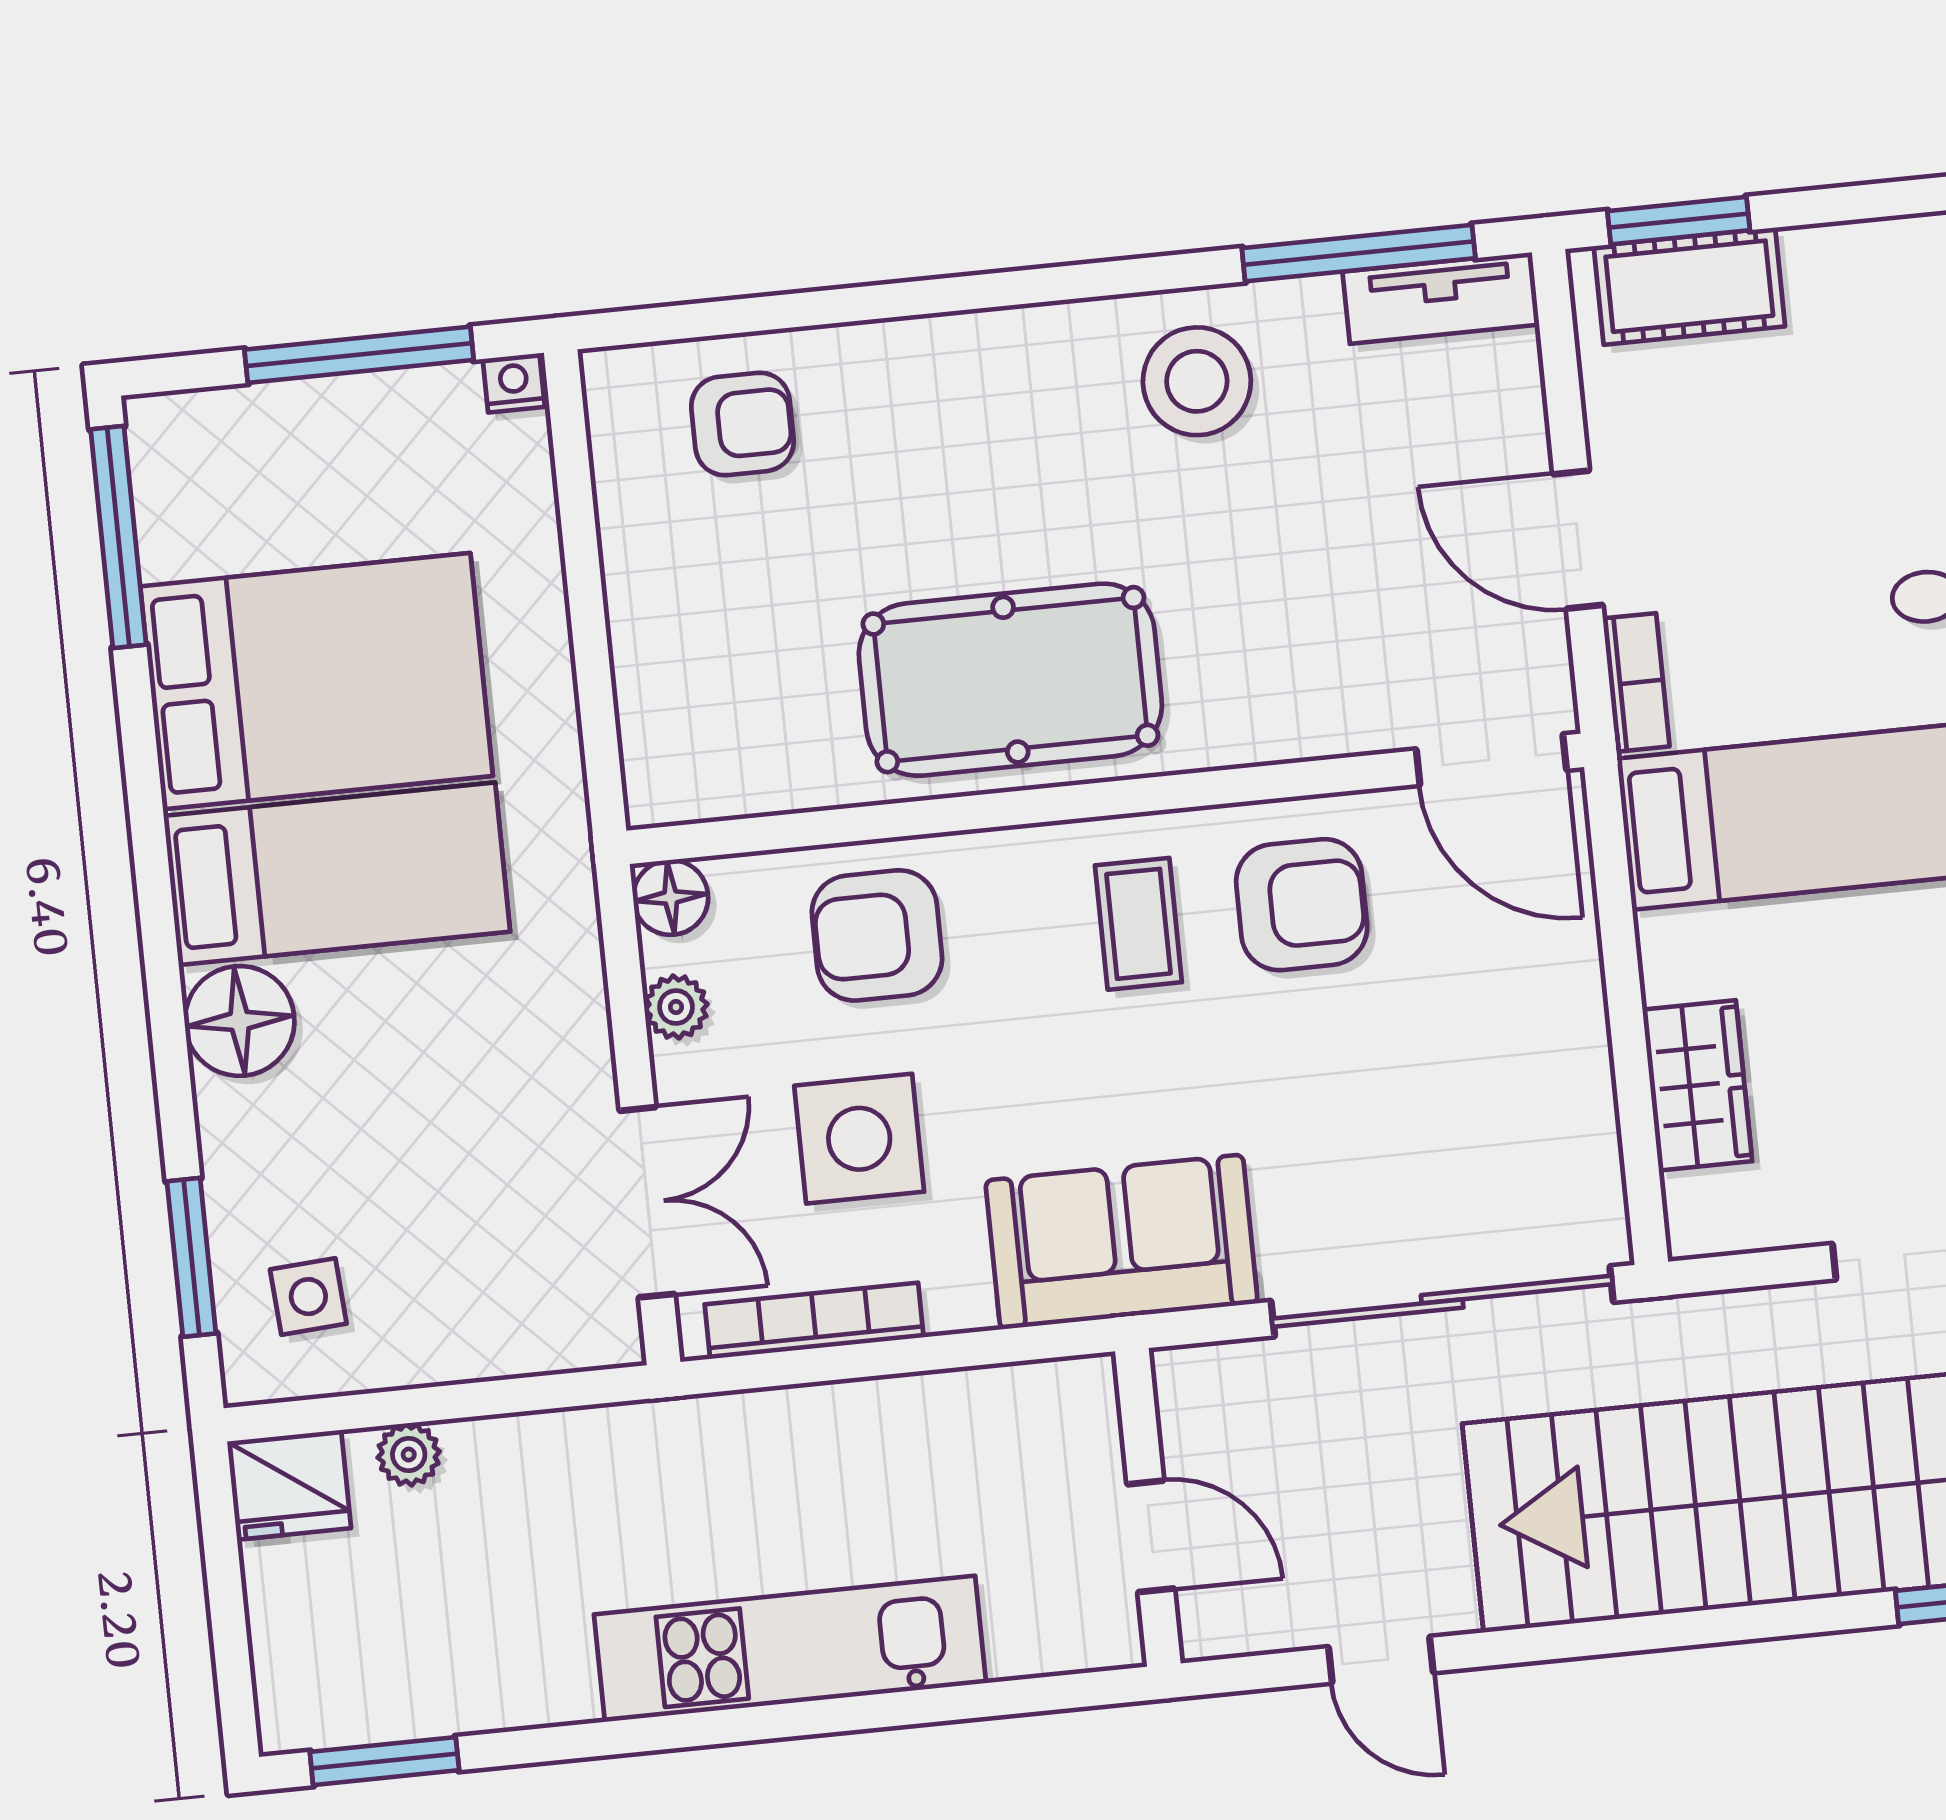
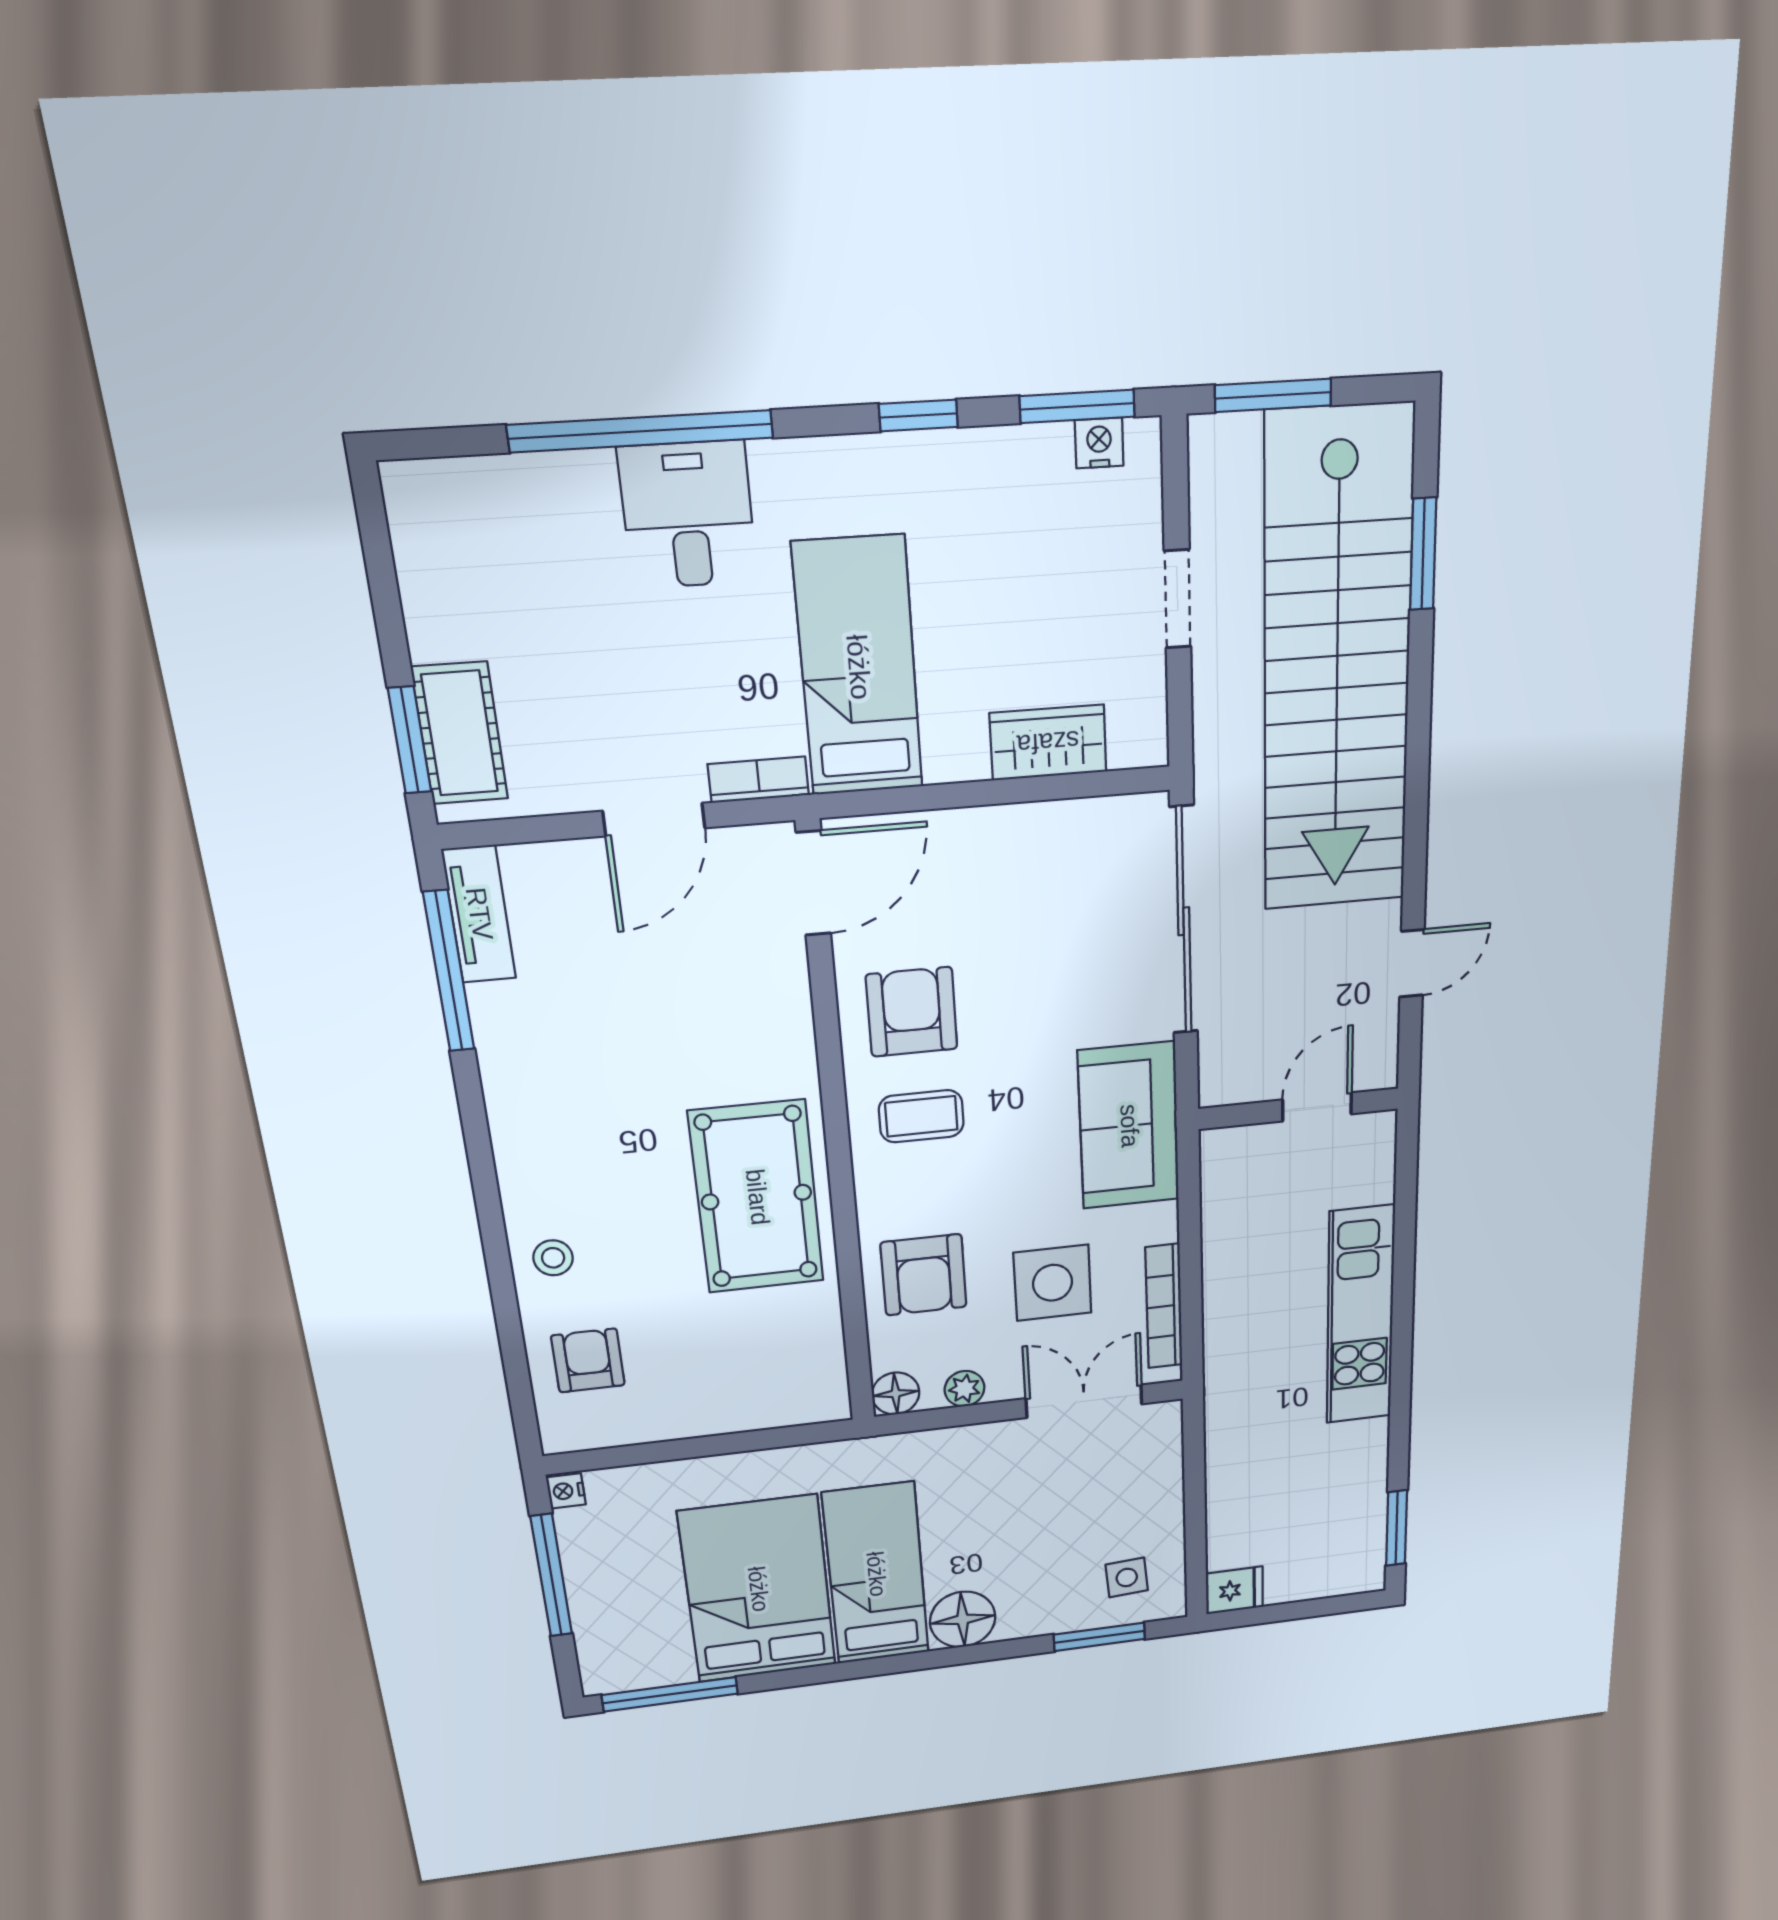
stool: (1197, 381) -> (553, 1258), moved, width x0.53, depth x0.53
plant: (409, 1455) -> (1223, 1523), removed
fridge: (289, 1485) -> (1234, 1590), width x0.72

